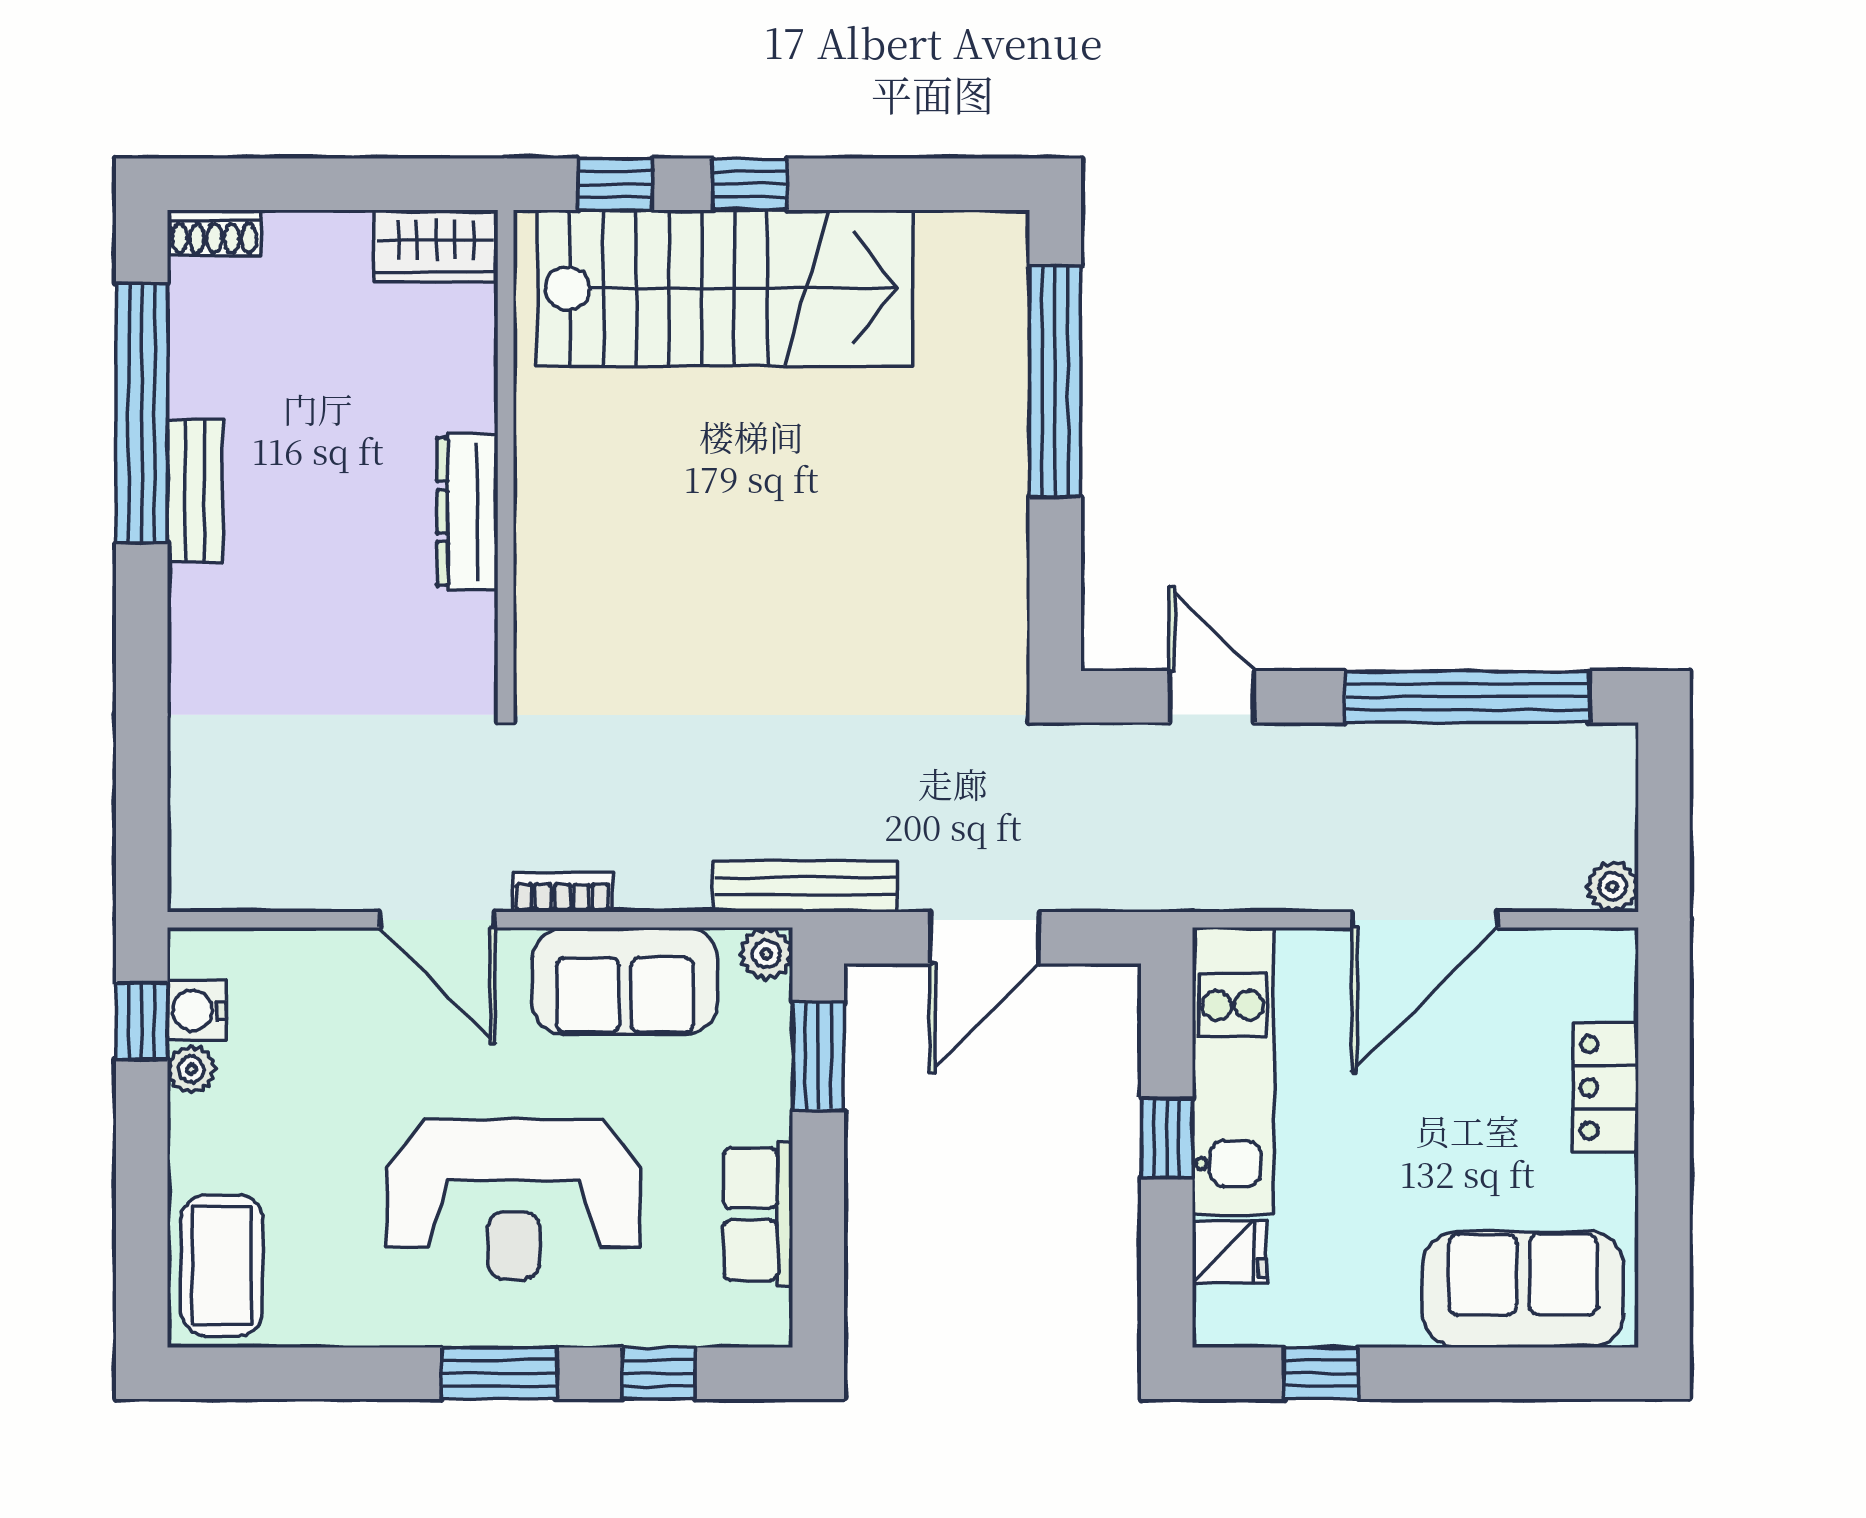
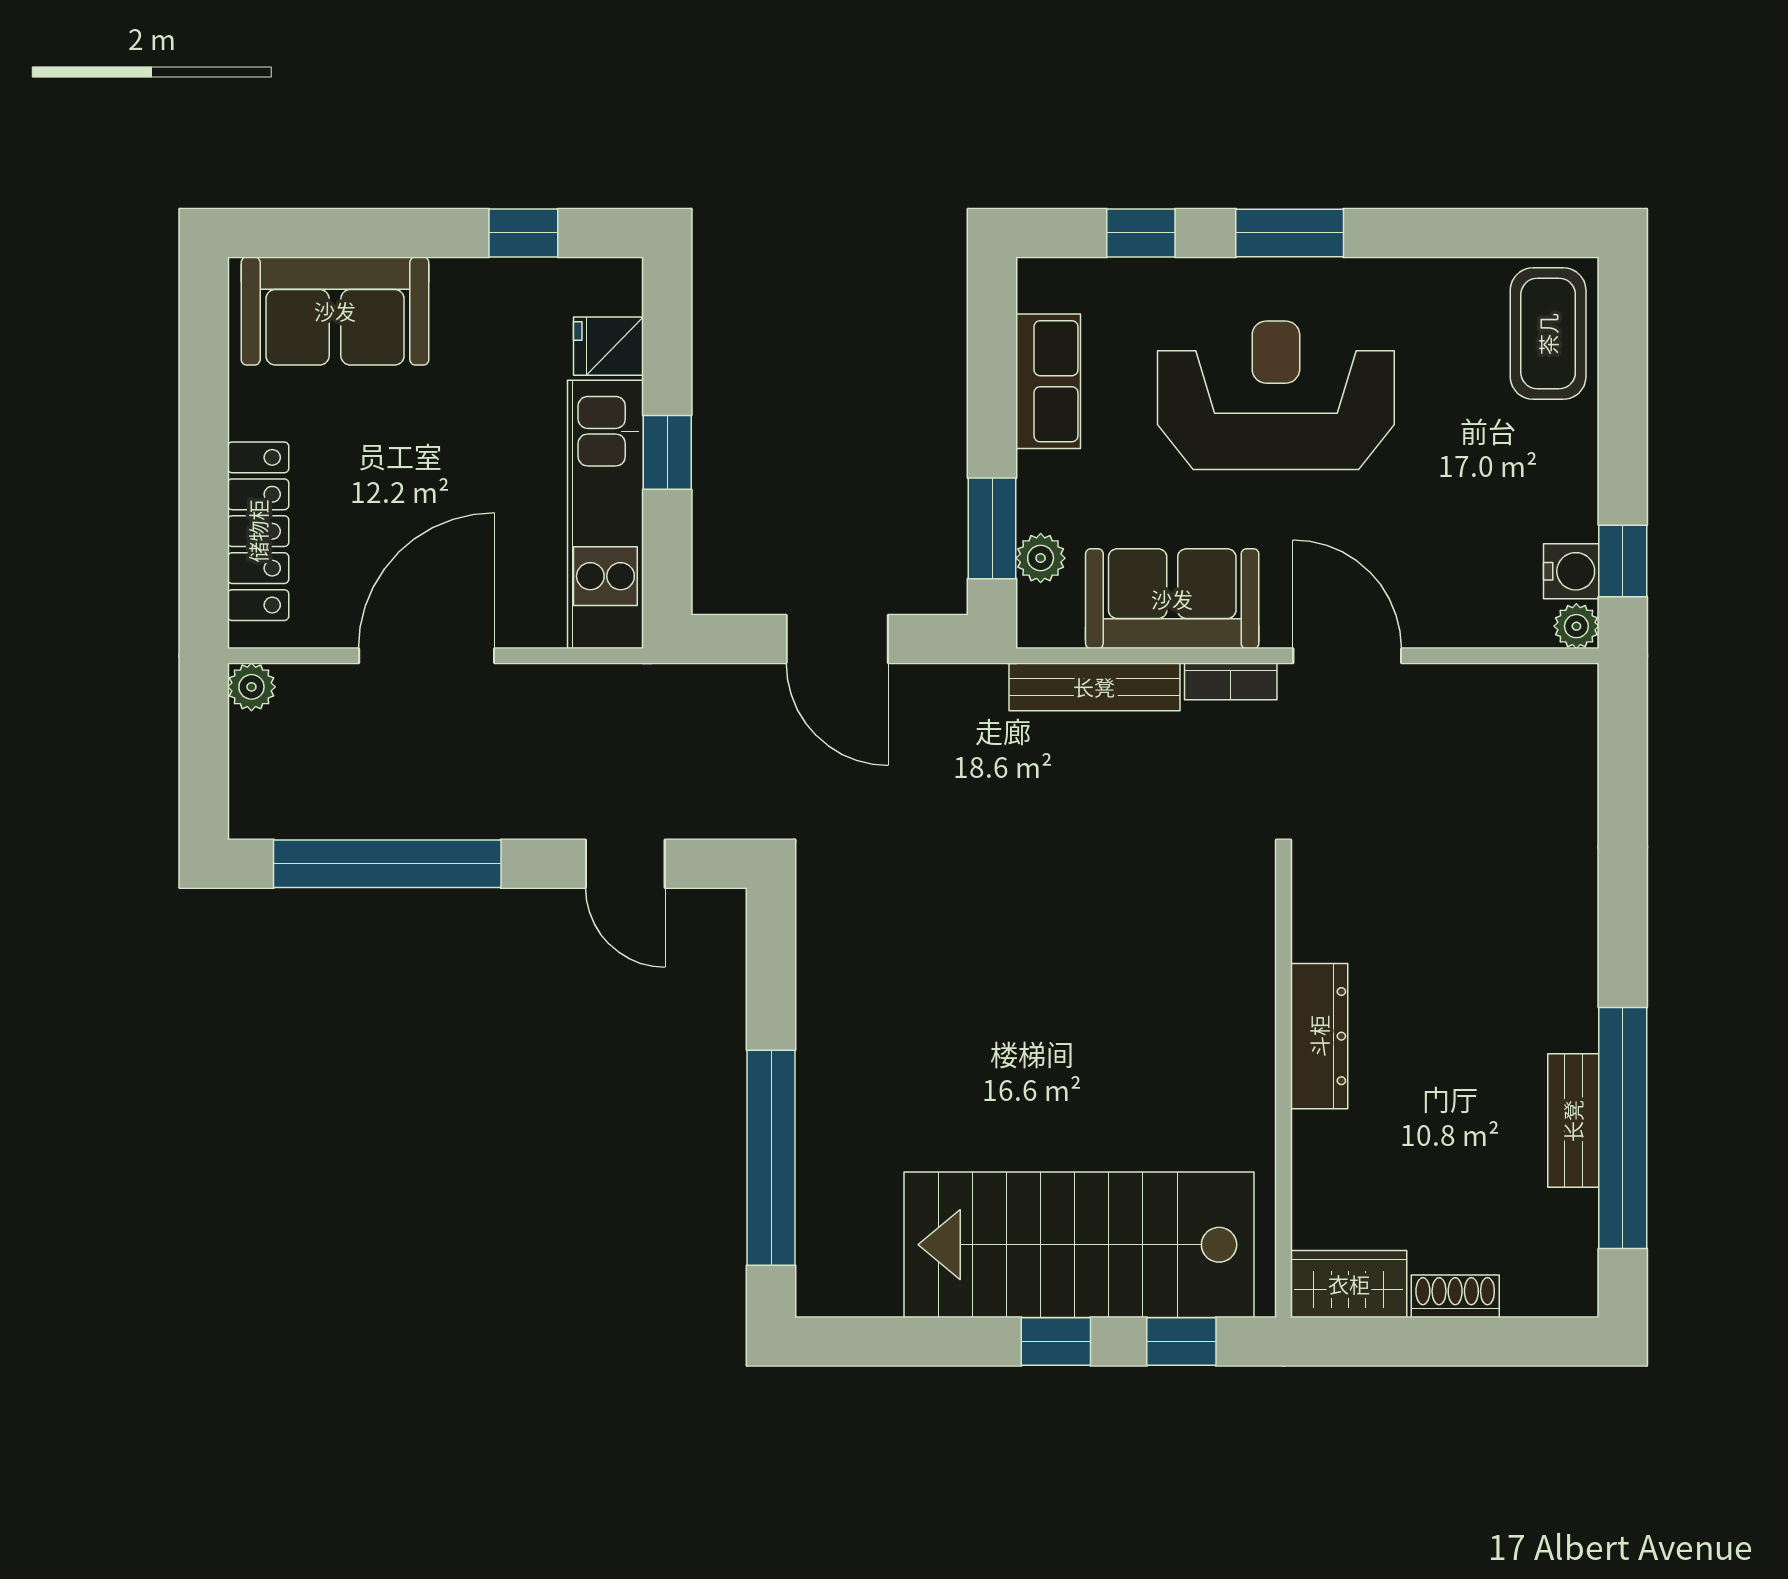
shoe rack: (214, 233) -> (1455, 1296), moved
bench: (195, 491) -> (1573, 1121), moved
bench: (805, 886) -> (1094, 687), moved
door: (984, 938) -> (837, 639), swing flipped
plant: (766, 954) -> (1041, 558), moved
plant: (191, 1069) -> (1576, 626), moved
locker: (1606, 1088) -> (258, 531), width x1.53

